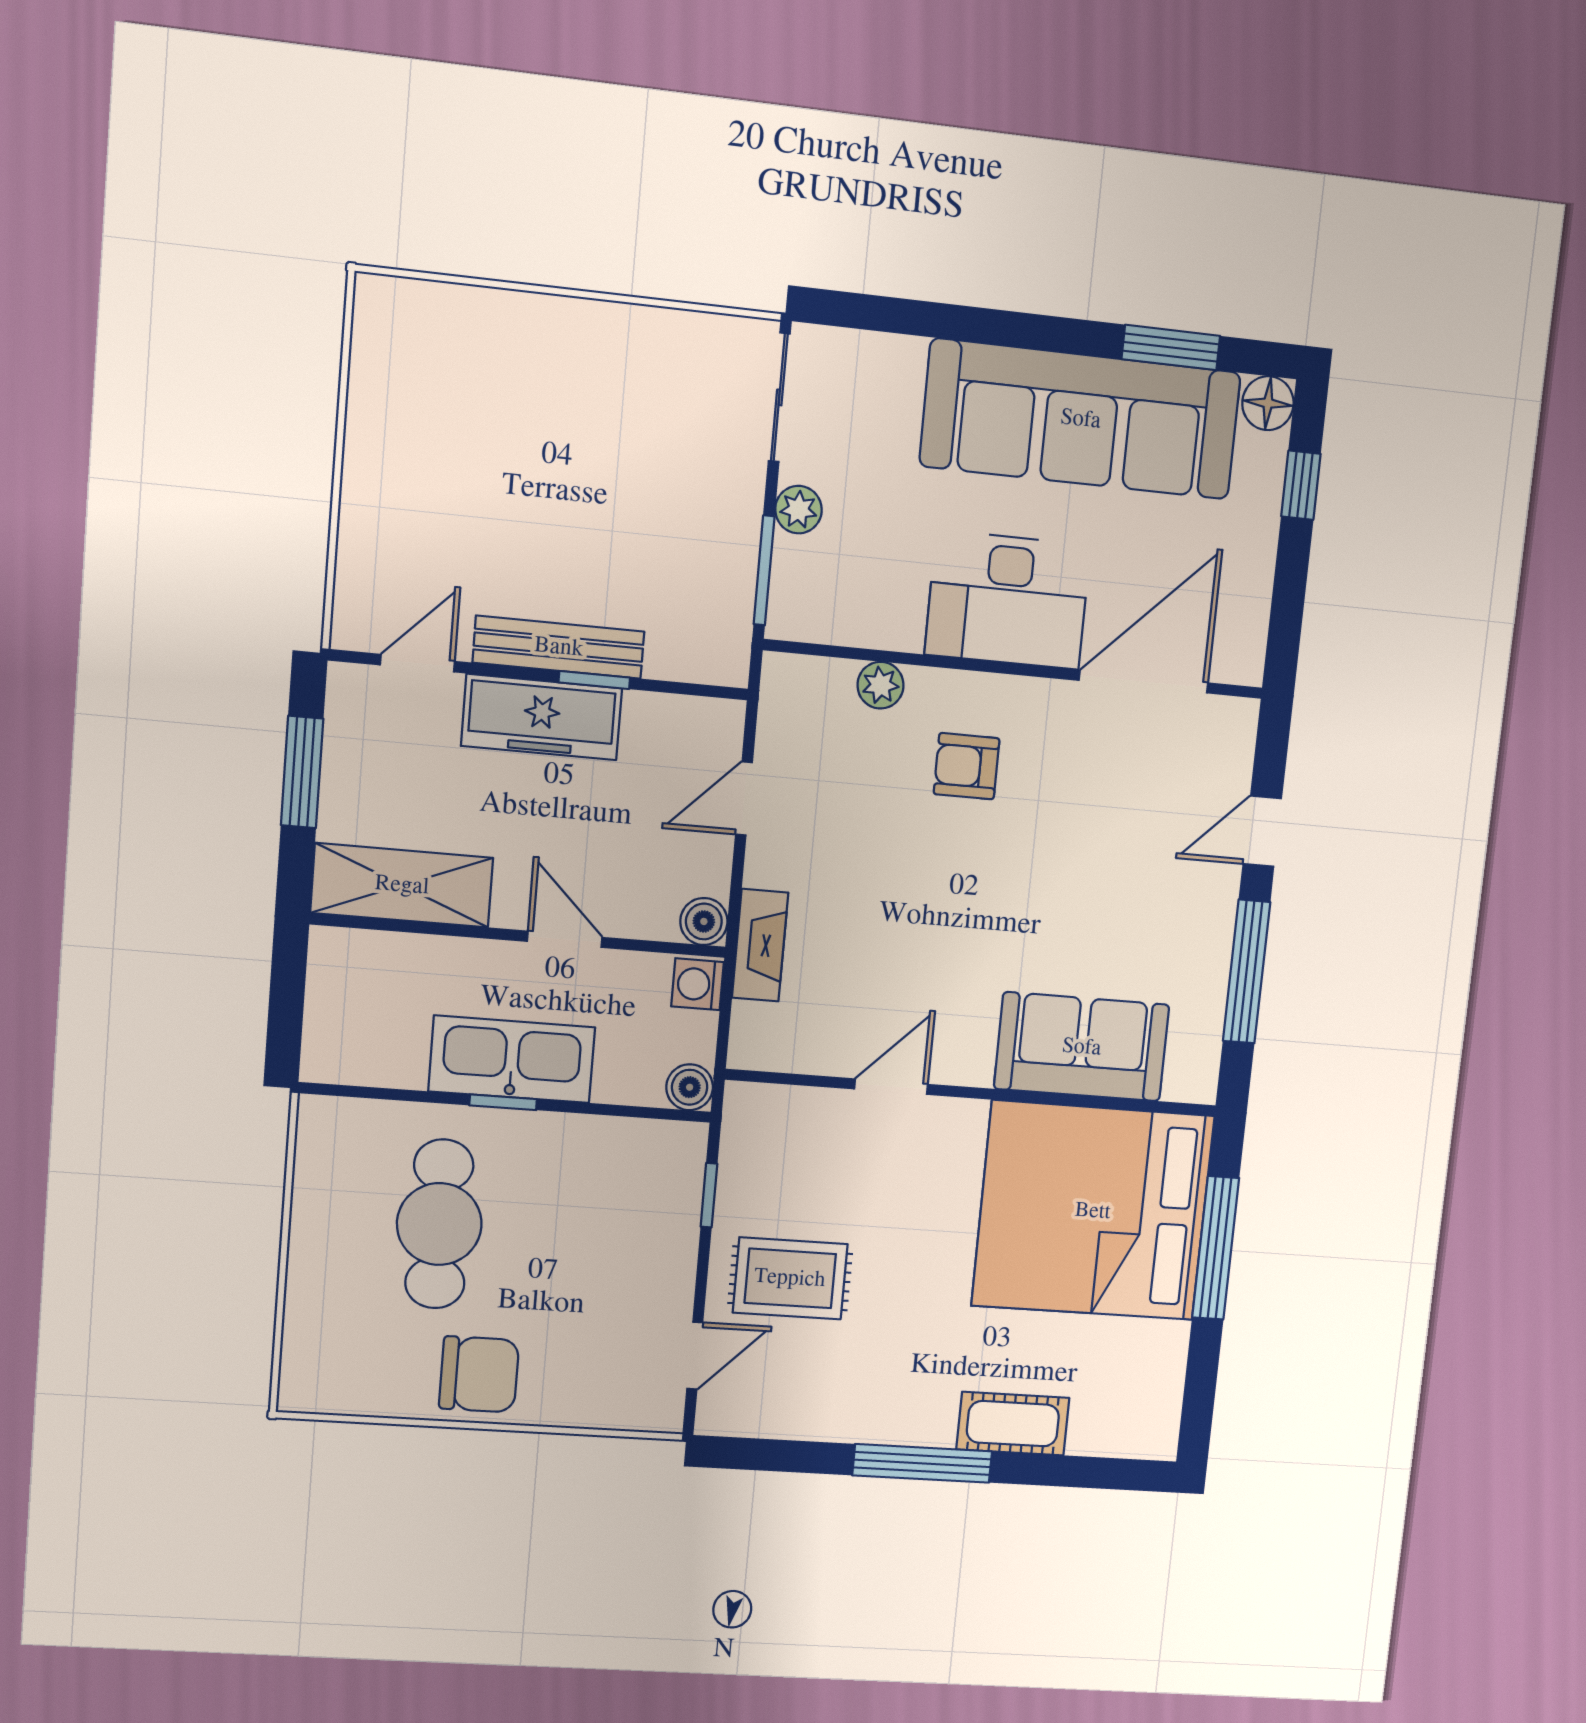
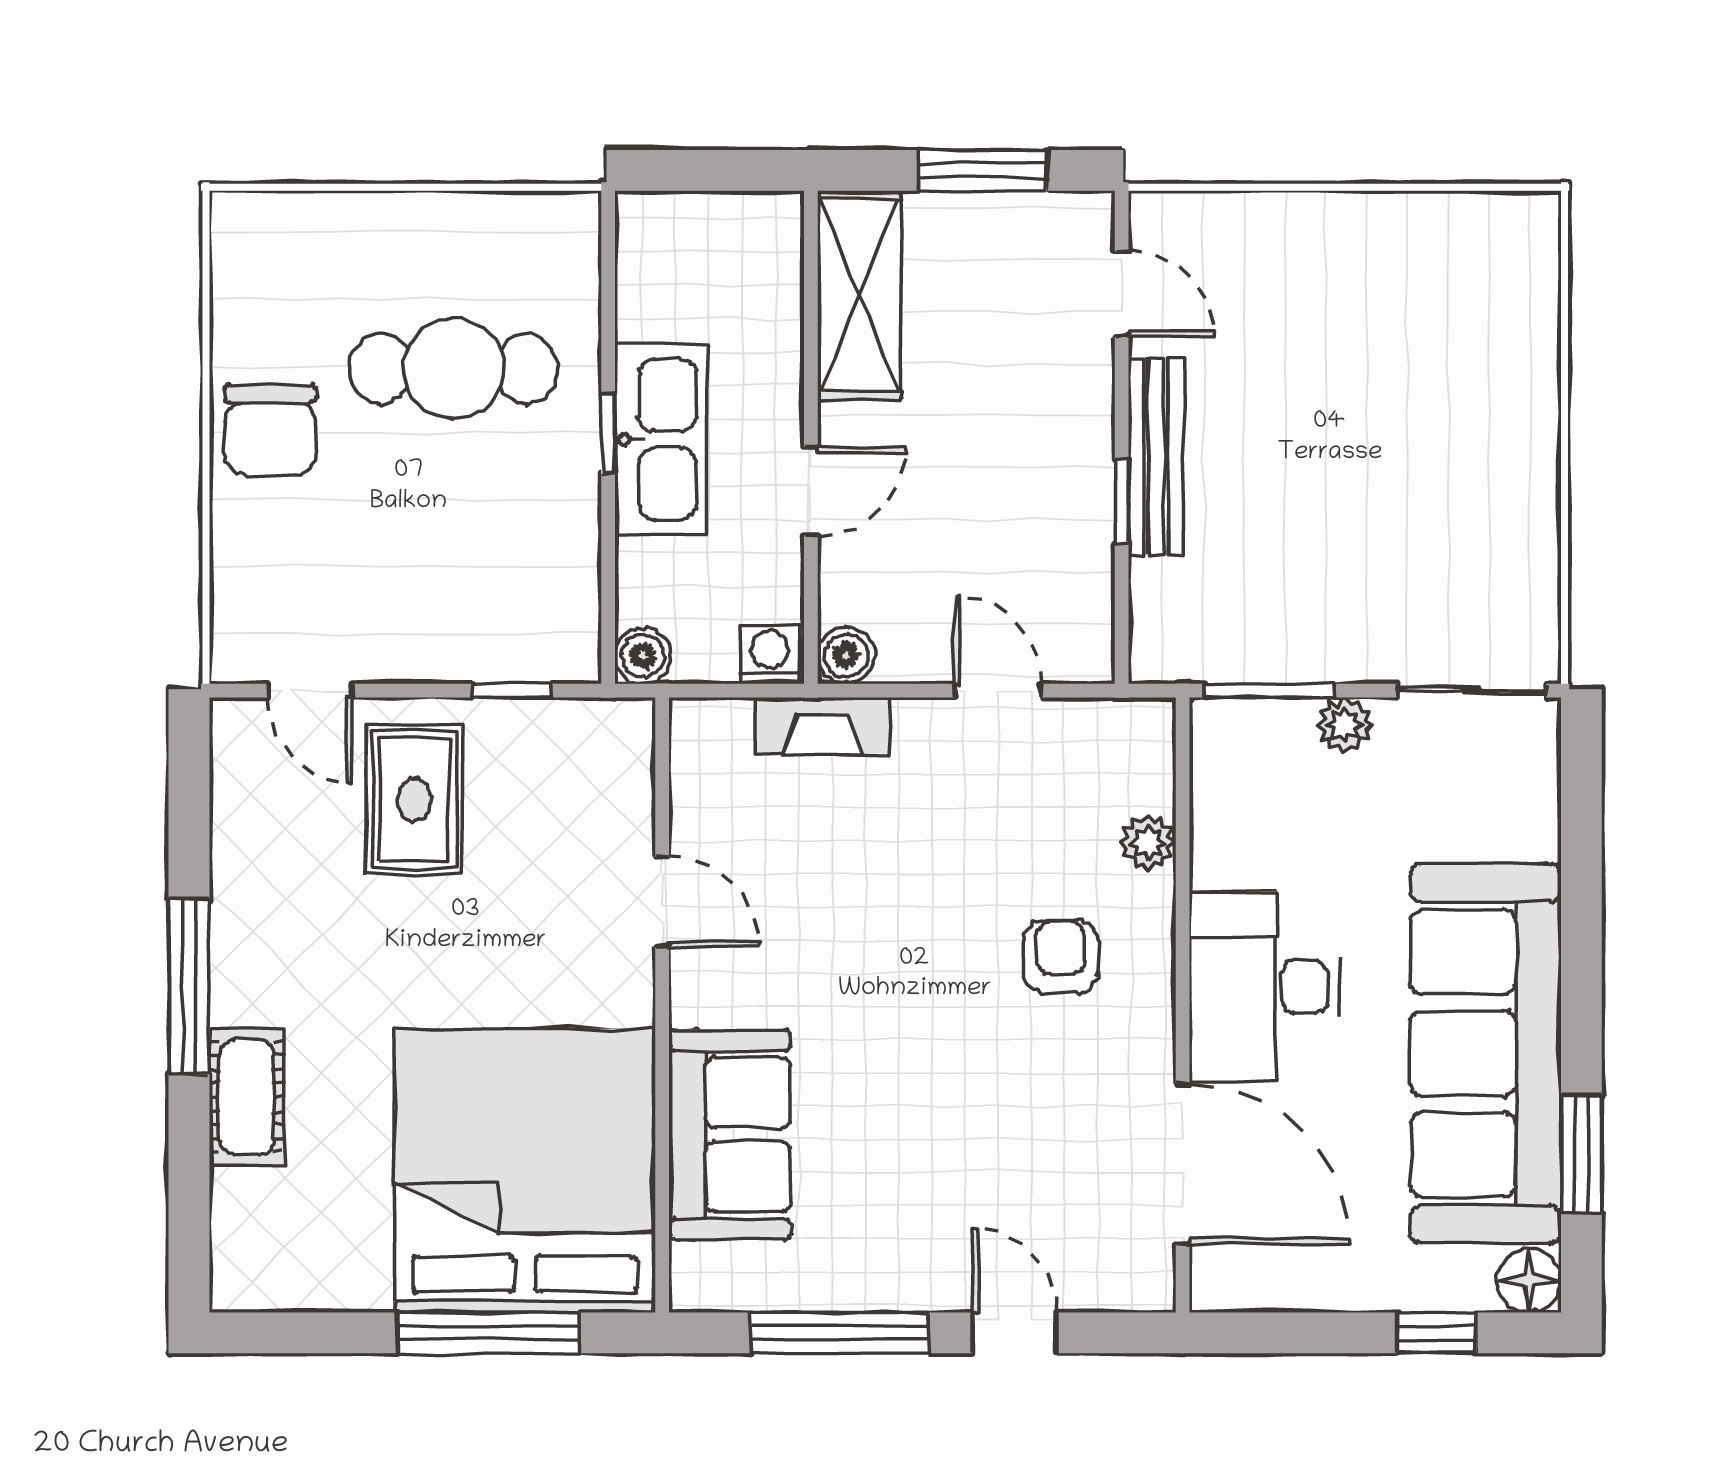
freezer: (542, 717) -> (1072, 443), removed

